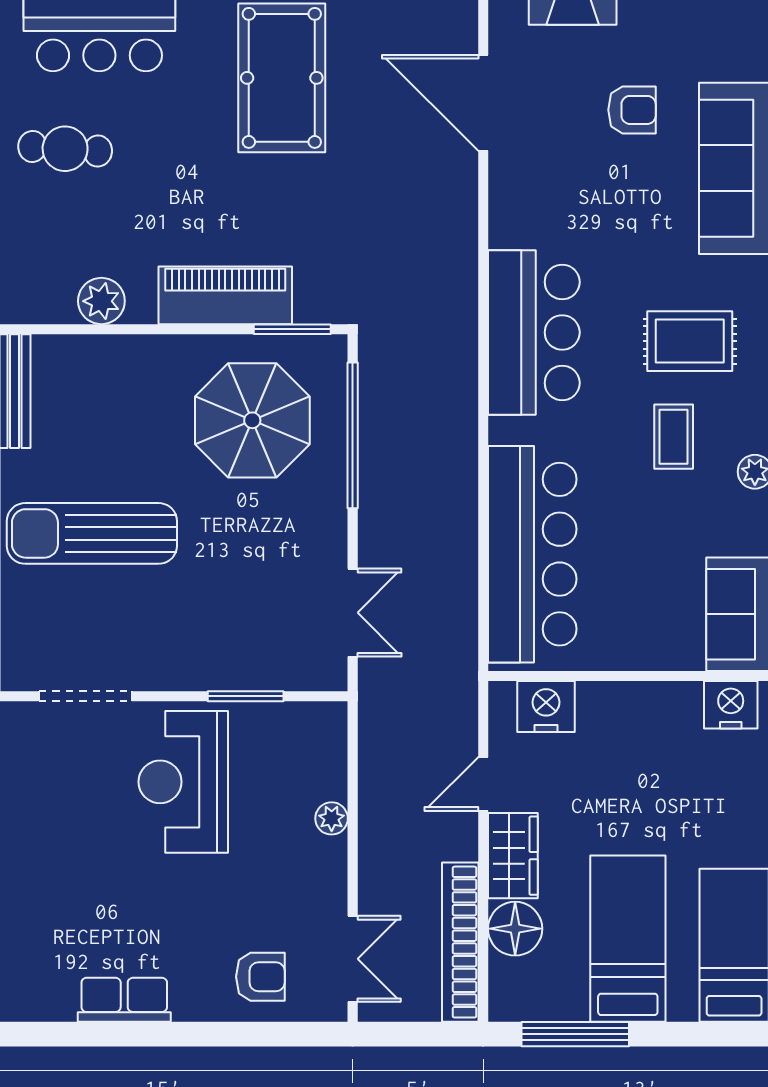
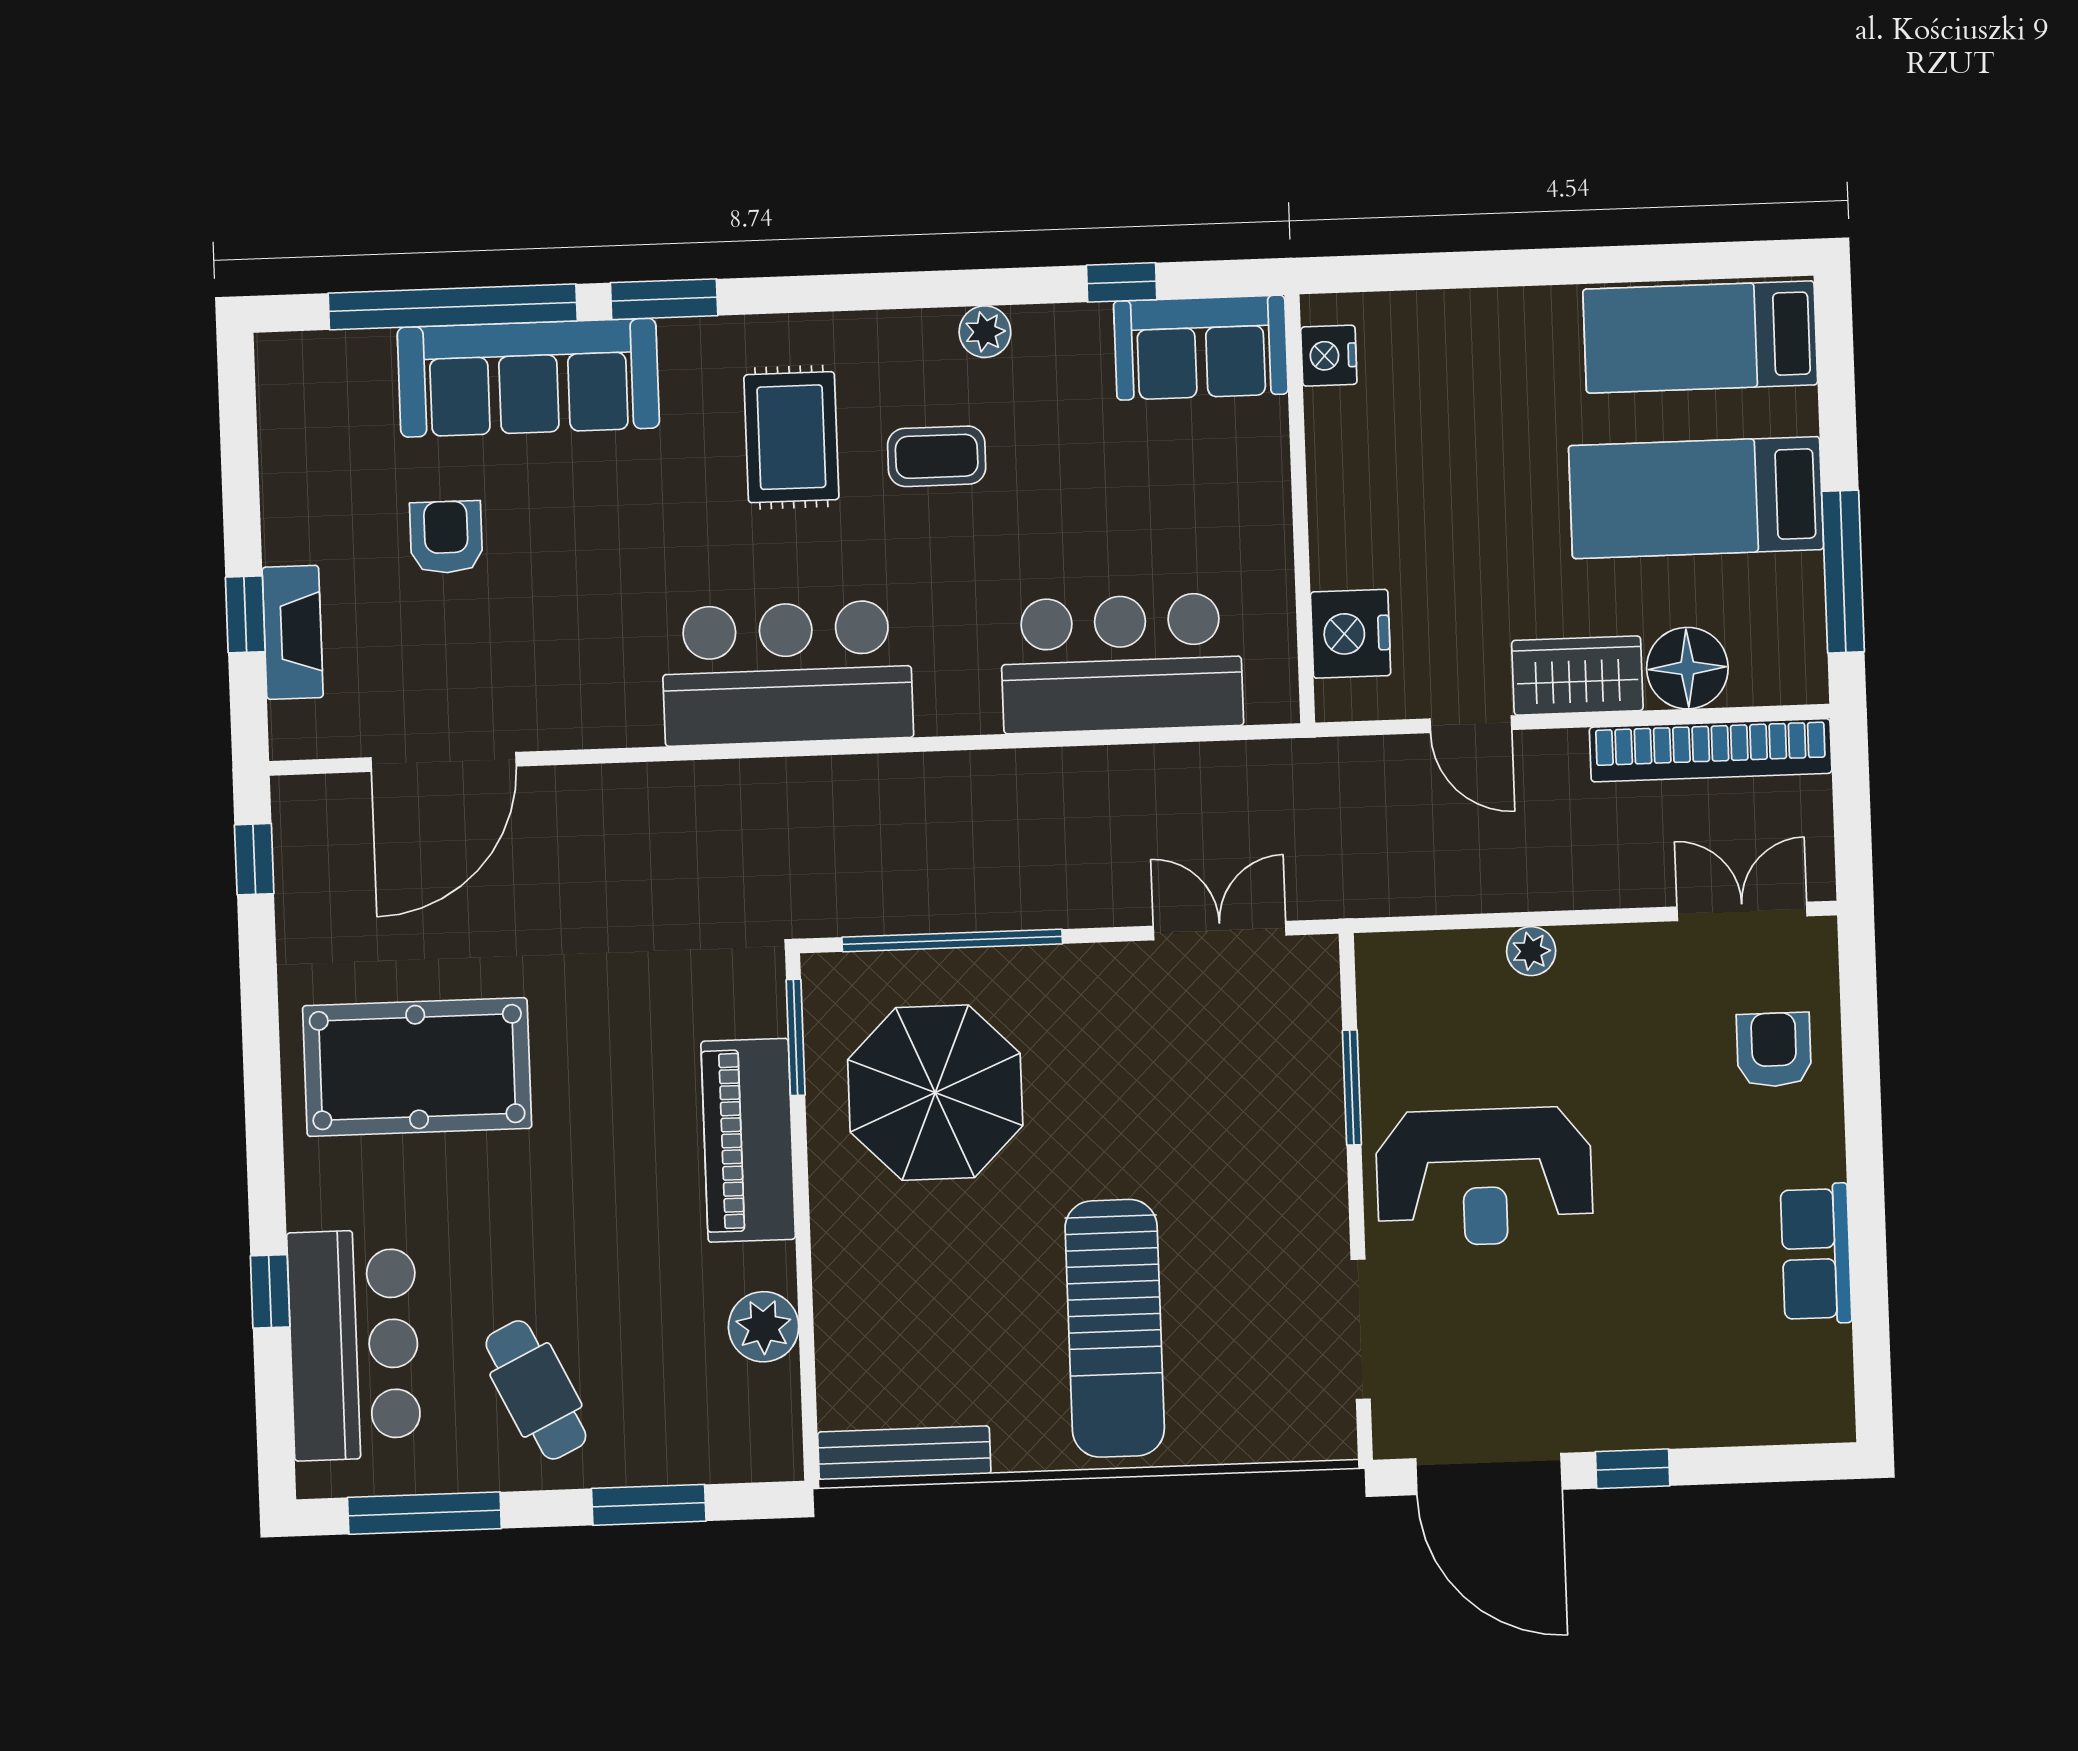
cafe table: (65, 149) -> (536, 1390), turned -30
bar counter: (532, 554) -> (1122, 663), width x0.73
nightstand: (731, 705) -> (1329, 356), width x0.74, depth x0.75

